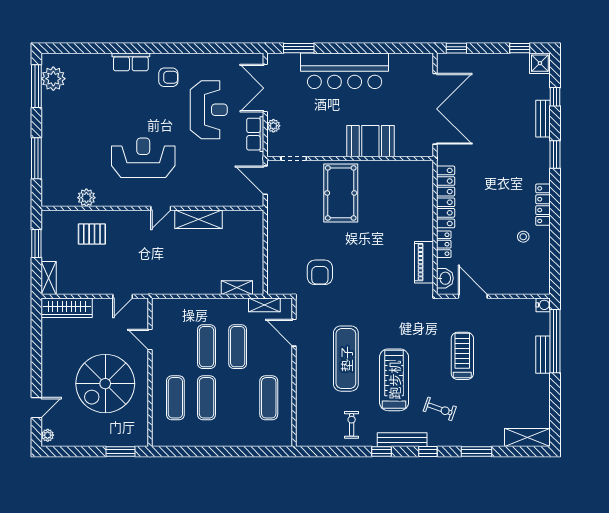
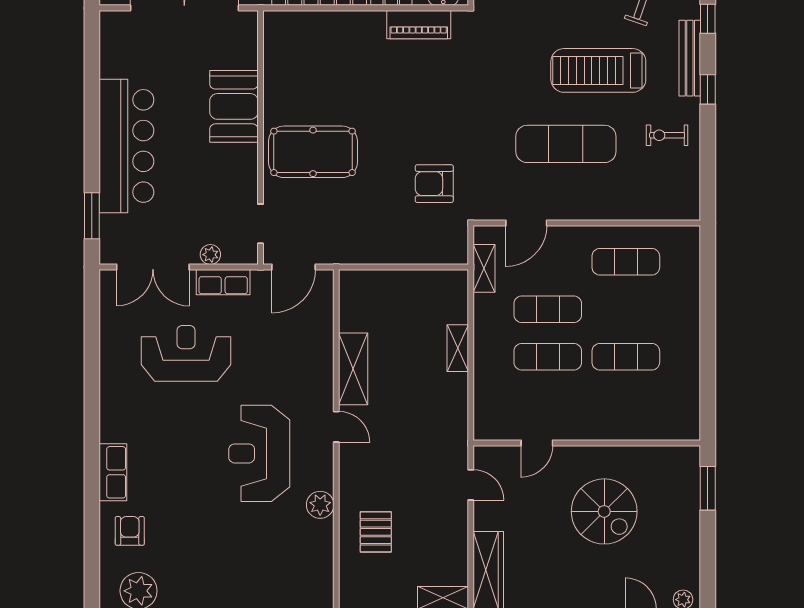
armchair: (168, 77) -> (130, 531), moved
plant: (86, 198) -> (320, 505), moved
armchair: (320, 272) -> (434, 184), turned 180
shelving: (237, 288) -> (458, 348), moved
spiral stairs: (105, 384) -> (604, 511), width x0.73, depth x0.73
exercise mat: (175, 398) -> (626, 404), removed

